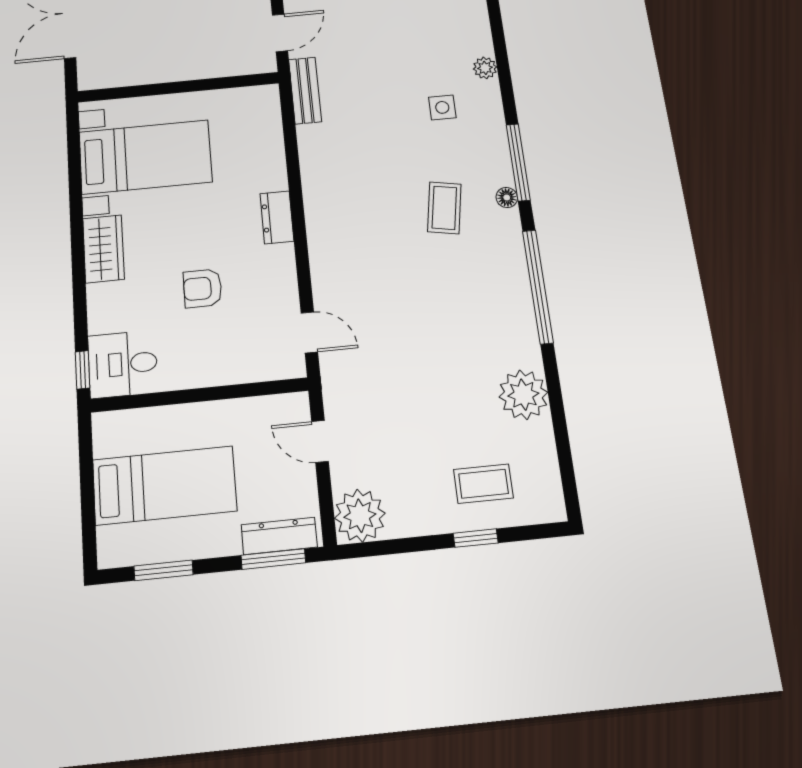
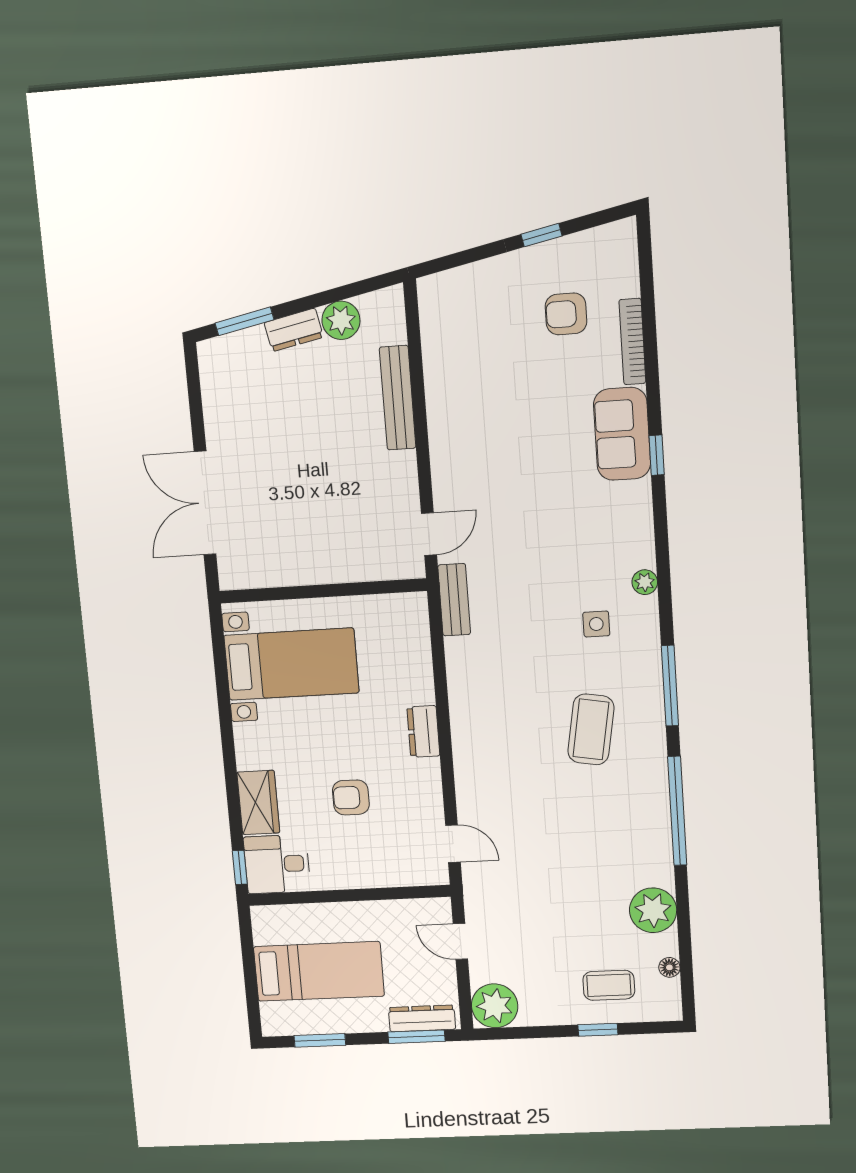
floor lamp: (507, 198) -> (669, 967), moved
coffee table: (444, 208) -> (591, 729), width x1.36, depth x1.30
wardrobe: (103, 249) -> (258, 802), moved

